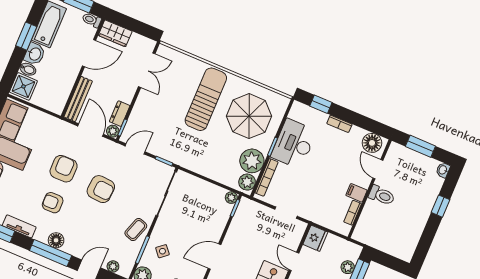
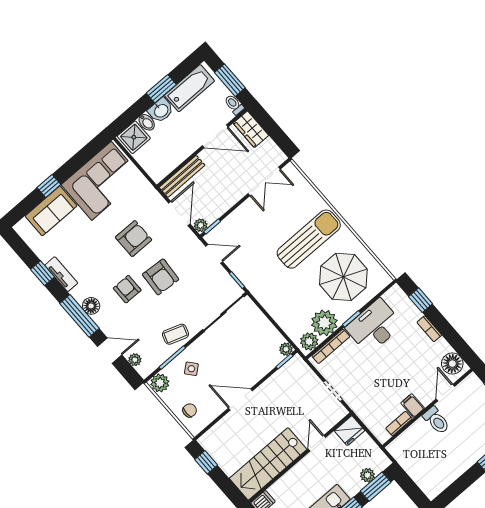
dresser: (120, 114) -> (216, 211), removed
armchair: (53, 203) -> (127, 289), moved

